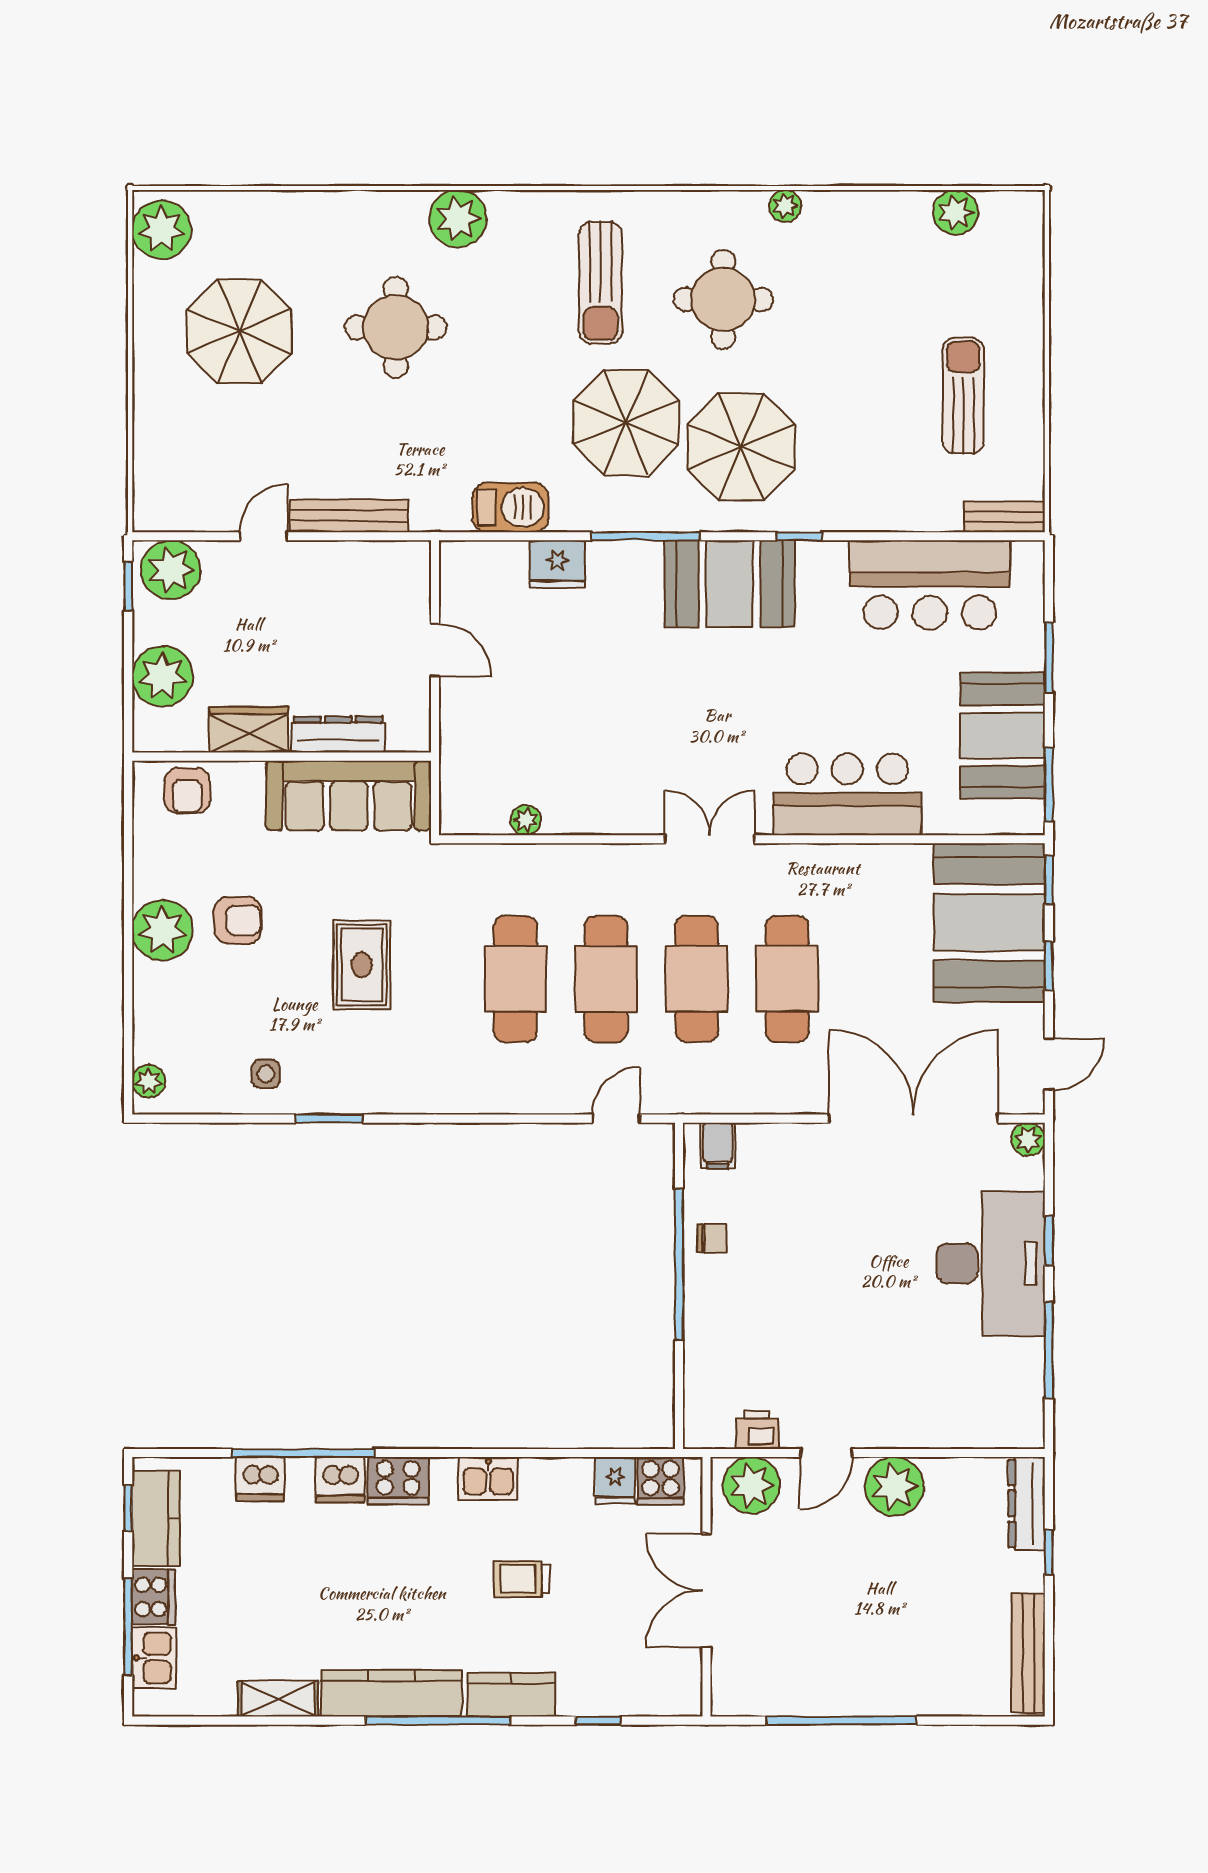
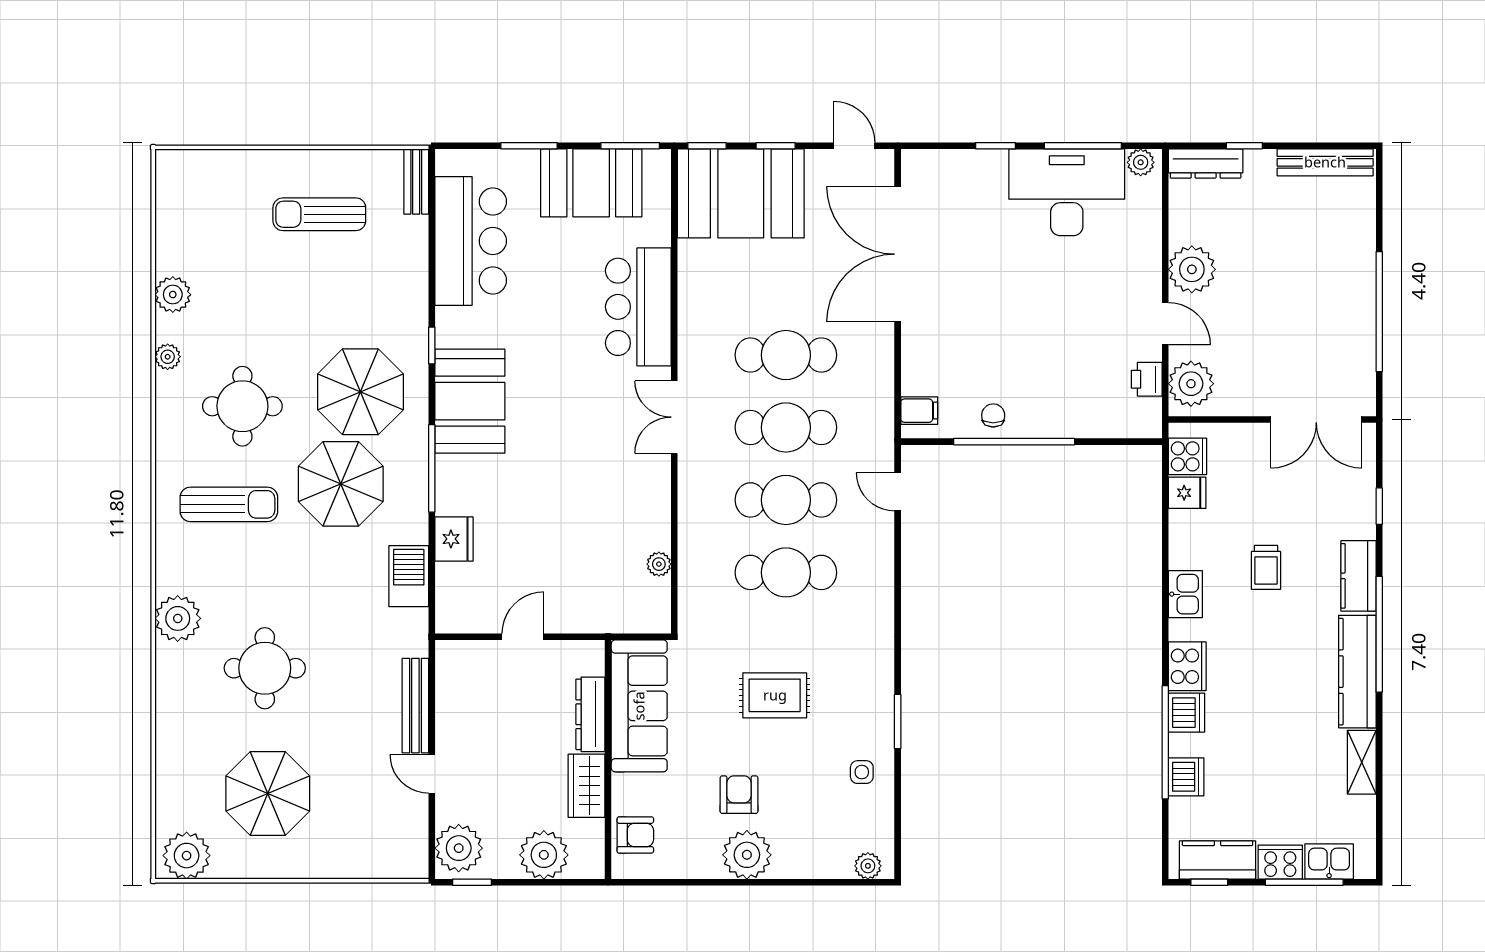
plant: (956, 212) -> (173, 295), moved
plant: (1028, 1139) -> (1141, 162), moved
desk: (991, 1263) -> (1067, 192), moved
double door: (707, 1591) -> (1316, 420), moved

